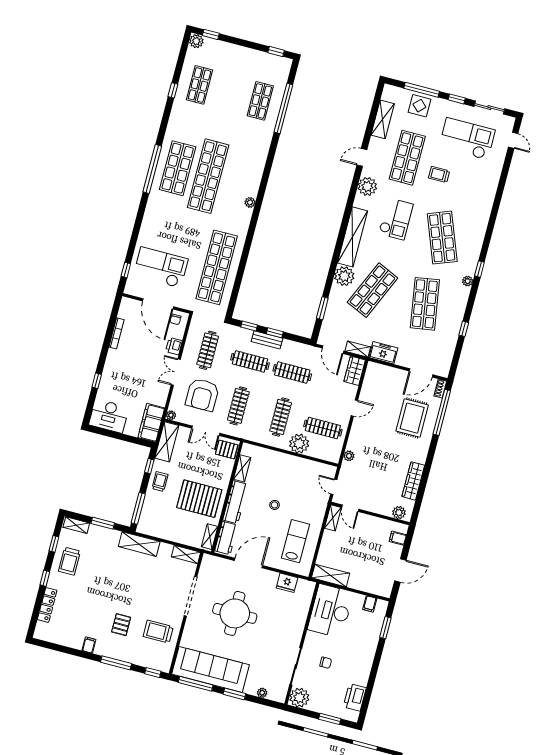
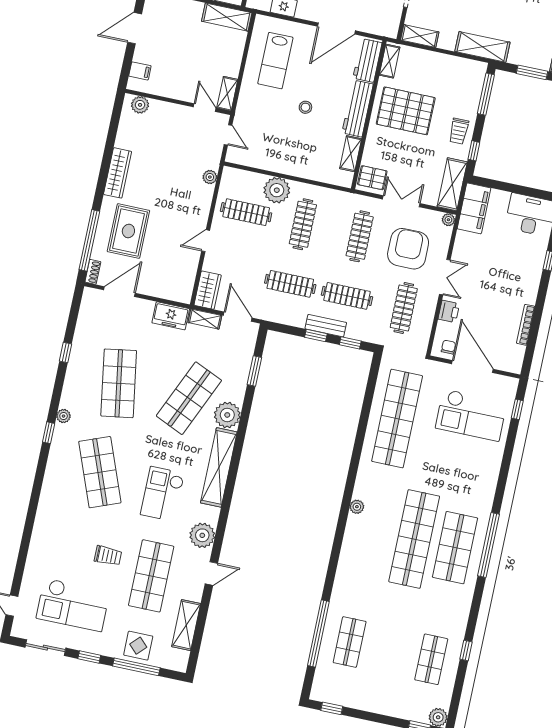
wardrobe: (413, 481) -> (118, 173), moved

